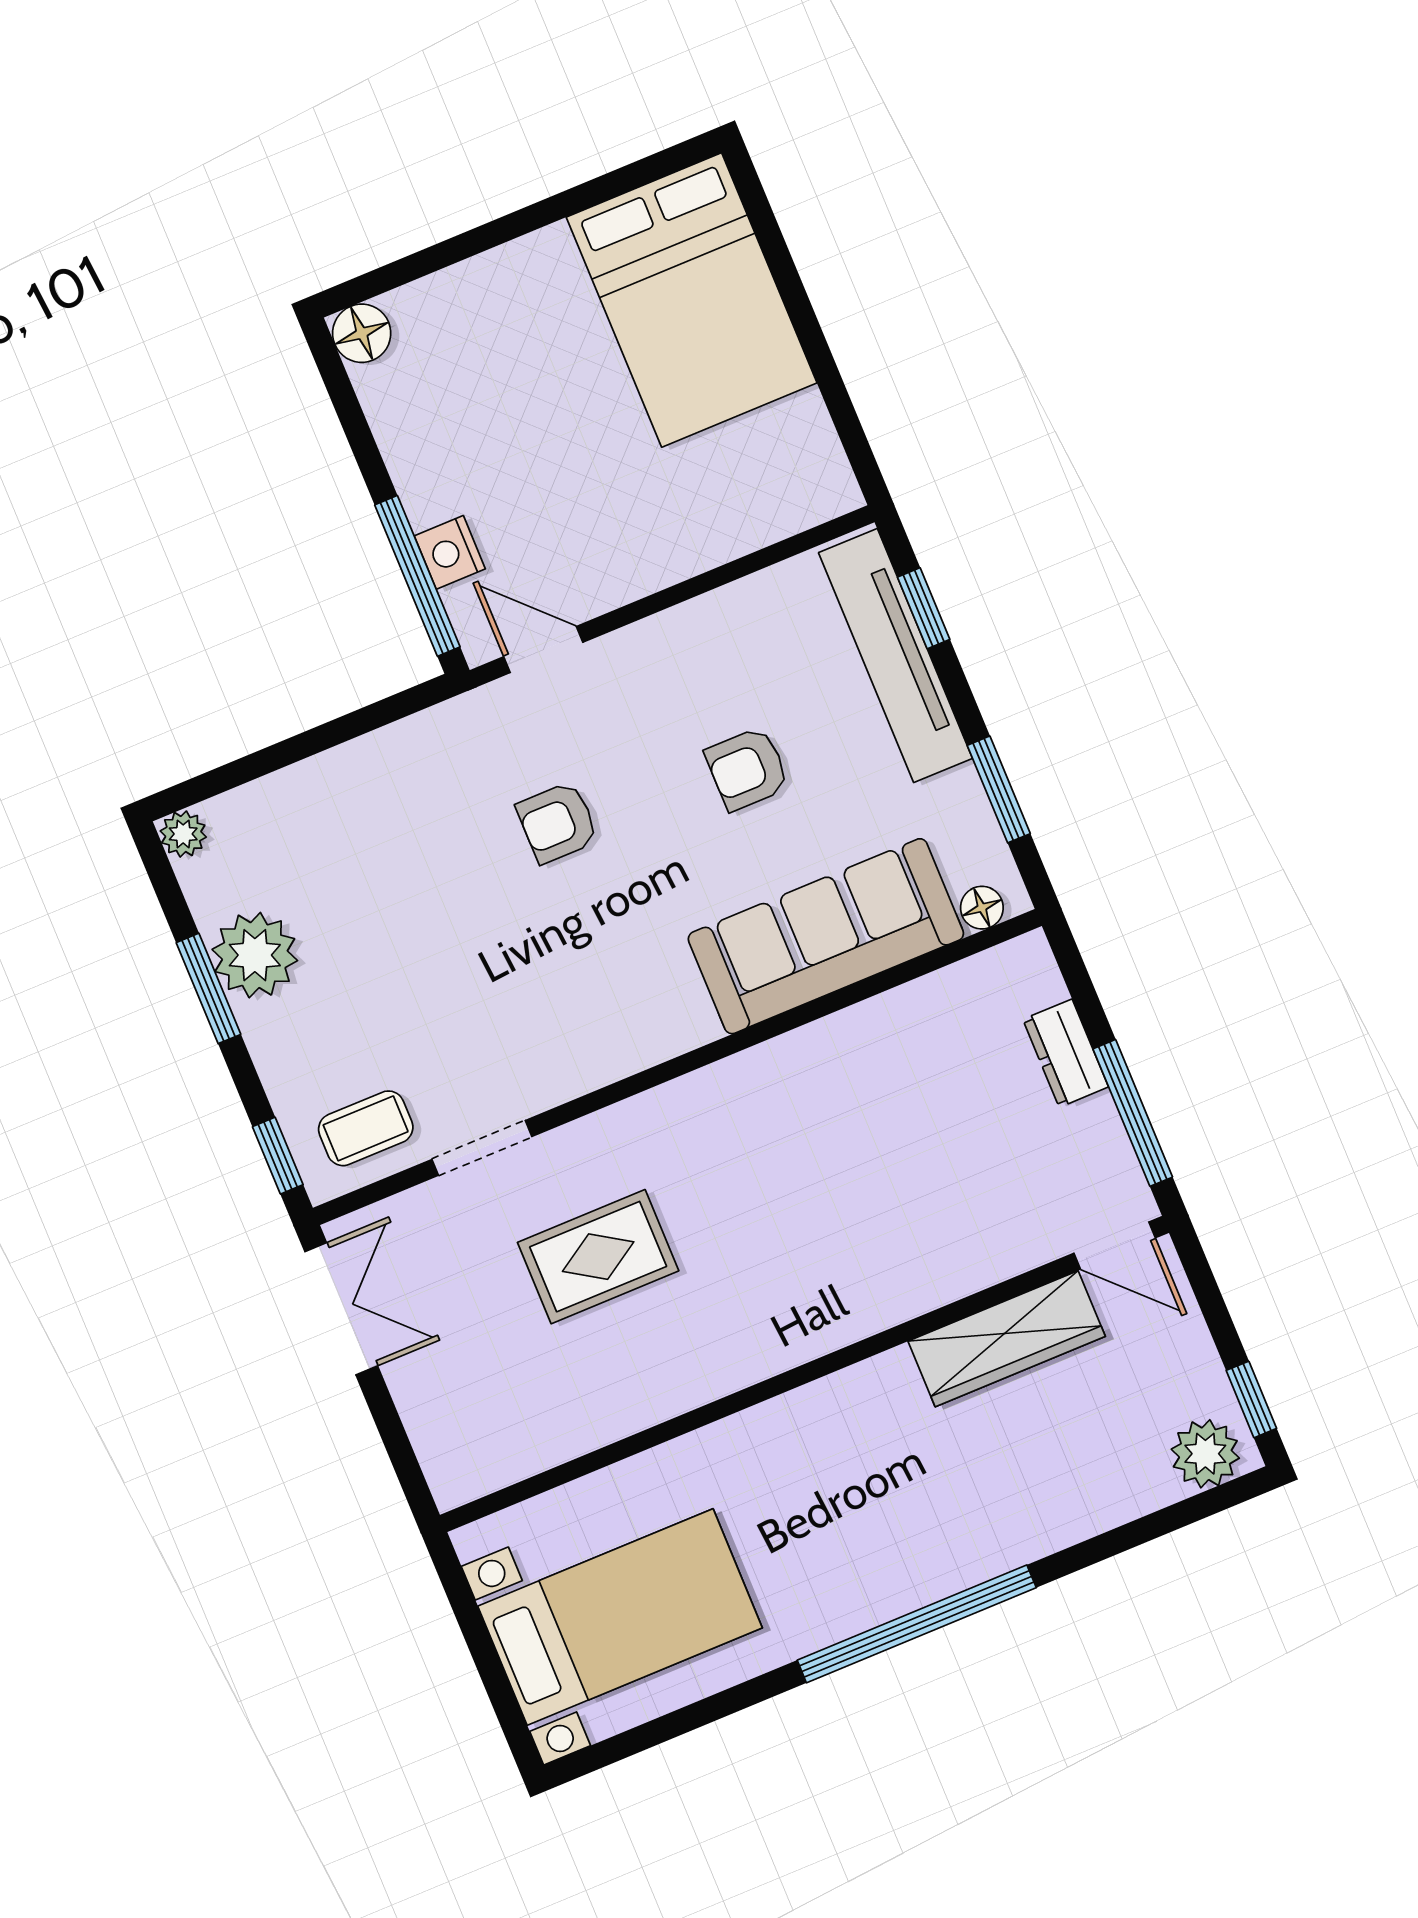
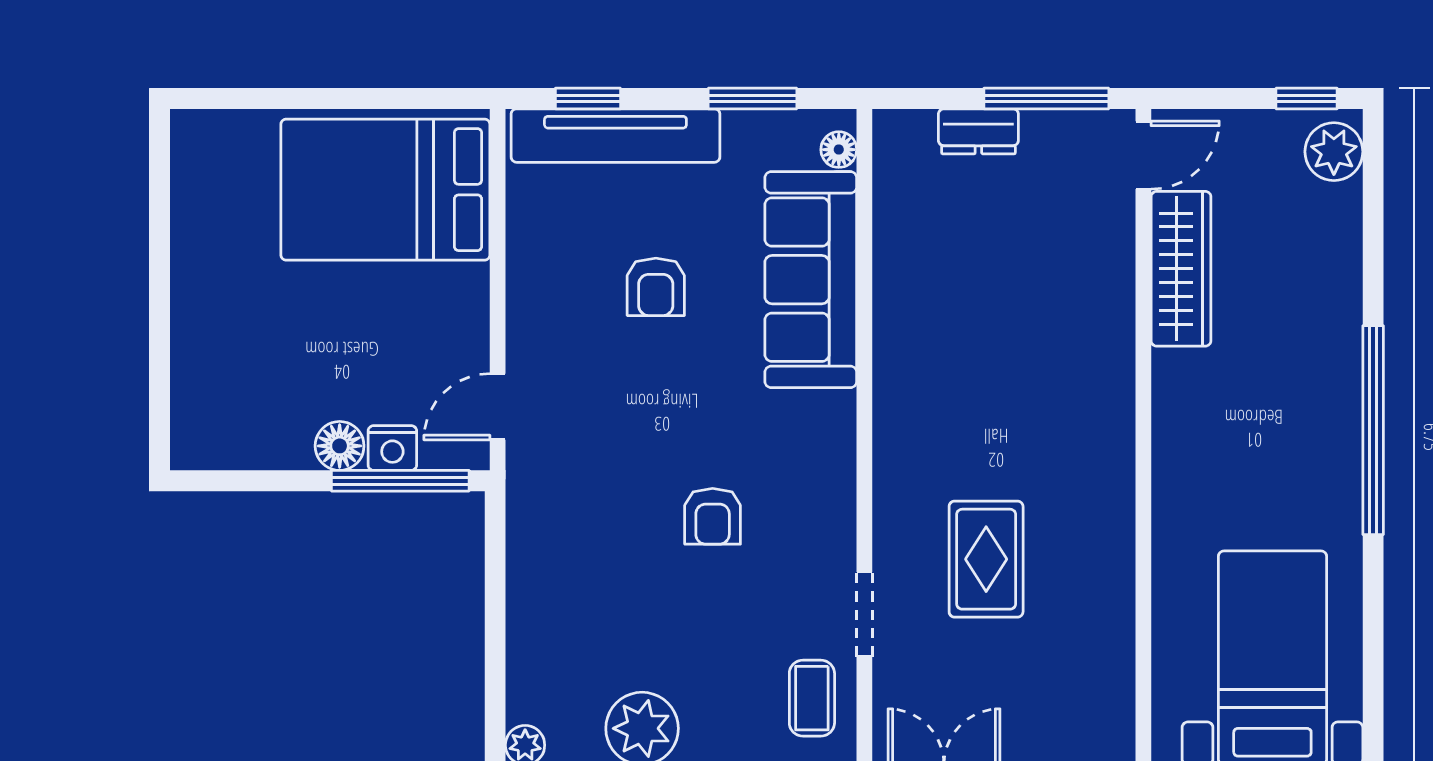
bed: (692, 300) -> (385, 190), moved, turned 180
floor lamp: (362, 333) -> (340, 446), moved
armchair: (558, 823) -> (713, 516), moved

